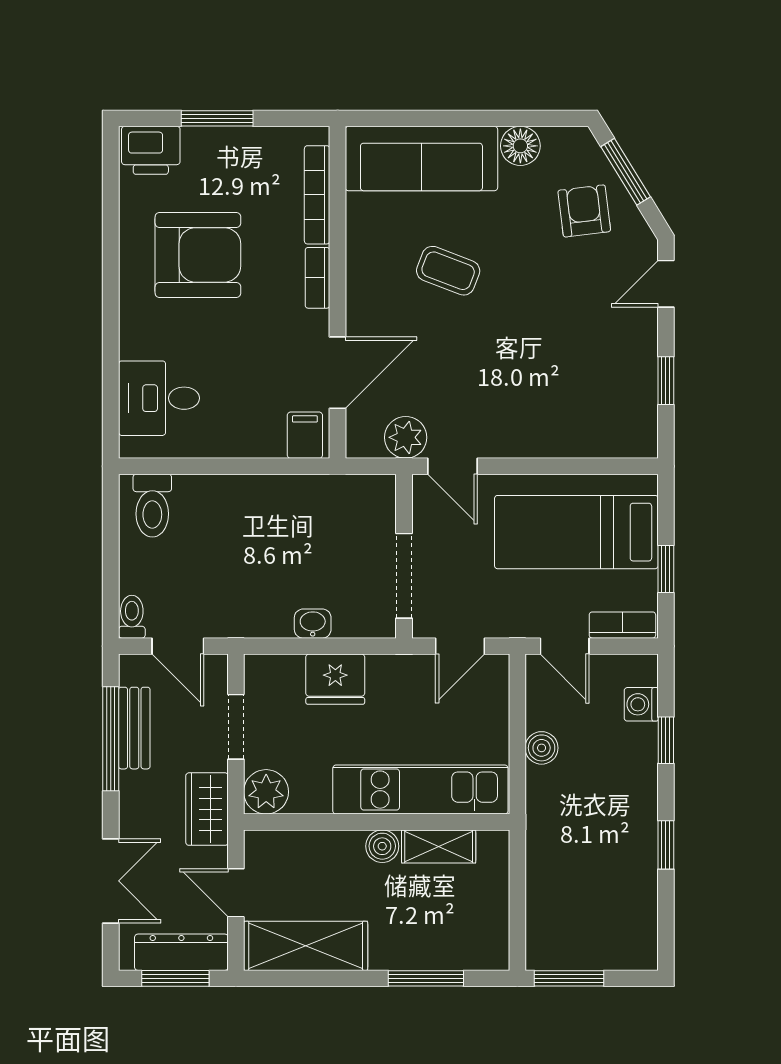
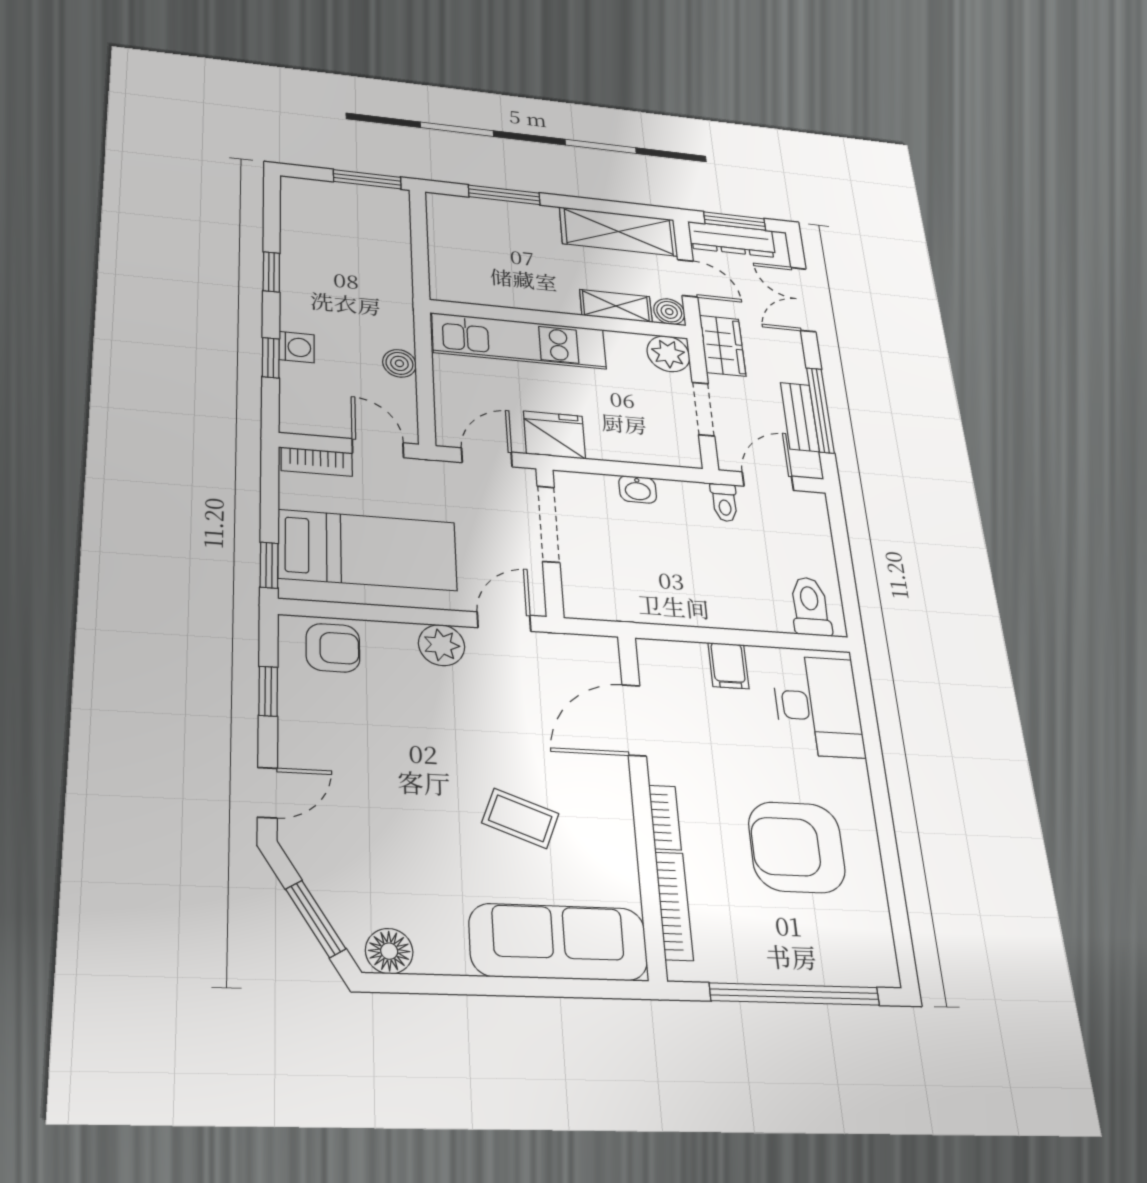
window: (217, 118) -> (795, 994), width x2.11
floor lamp: (520, 146) -> (389, 951), moved
printer: (151, 150) -> (863, 961), removed
armchair: (584, 211) -> (333, 648), moved, turned -83
desk: (159, 398) -> (818, 706), width x1.37
filing cabinet: (305, 435) -> (728, 666), moved
plant: (406, 437) -> (442, 645), moved
door: (452, 466) -> (504, 622), hinge flipped
window: (666, 569) -> (269, 565), moved
toilet: (132, 617) -> (724, 502), moved
door: (178, 646) -> (768, 481), hinge flipped
fridge: (335, 679) -> (554, 435), moved
washing machine: (641, 704) -> (297, 347), moved
boiler: (382, 846) -> (669, 312), moved
shelving: (439, 846) -> (616, 306), moved

